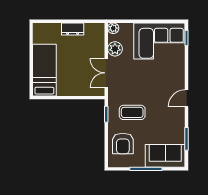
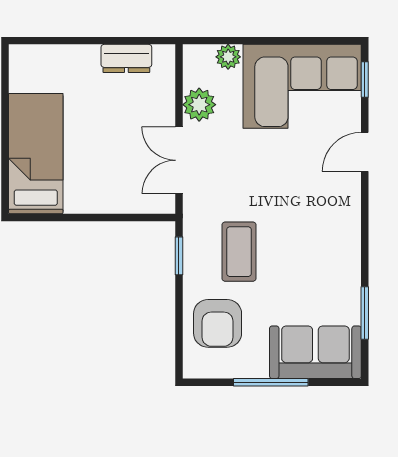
plant: (113, 28) -> (228, 57), moved
dresser: (73, 29) -> (126, 58), moved
door: (187, 98) -> (365, 152), moved
coffee table: (132, 112) -> (239, 252), turned 90

